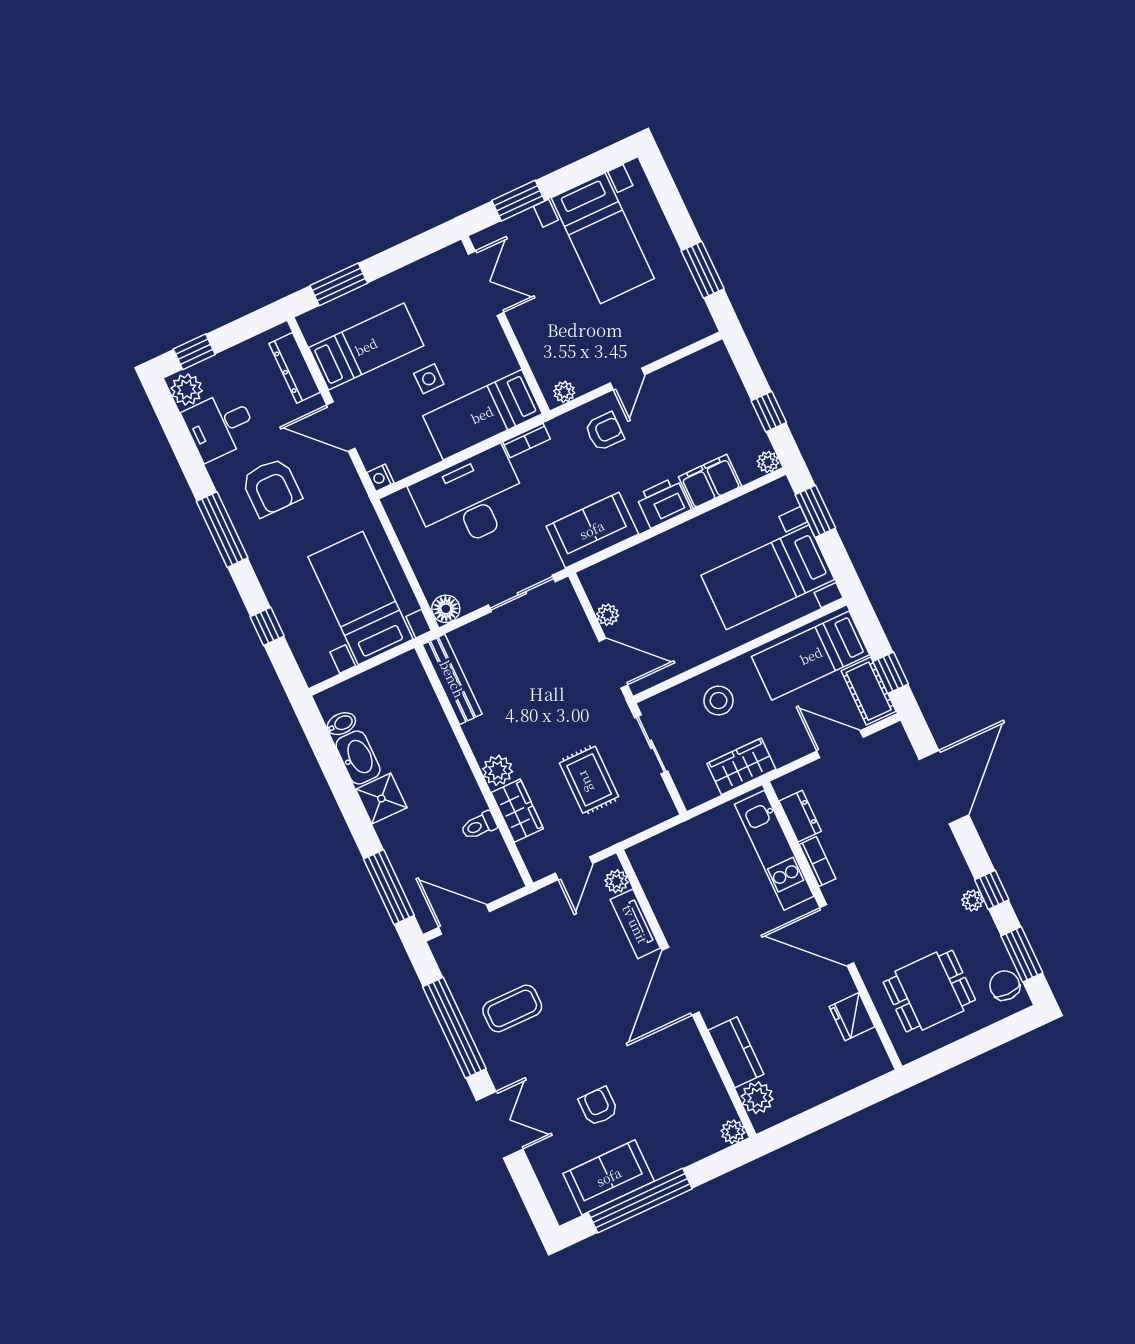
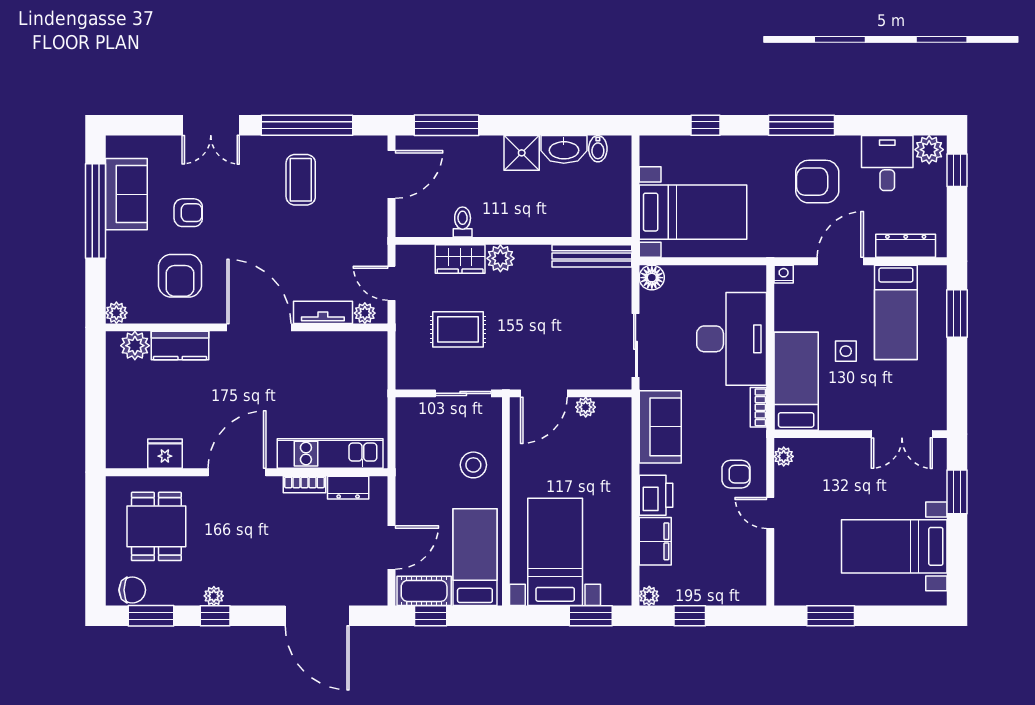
armchair: (604, 432) -> (736, 474), turned -90
wardrobe: (741, 766) -> (411, 459), removed
armchair: (666, 1085) -> (180, 276), added

